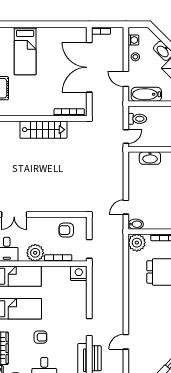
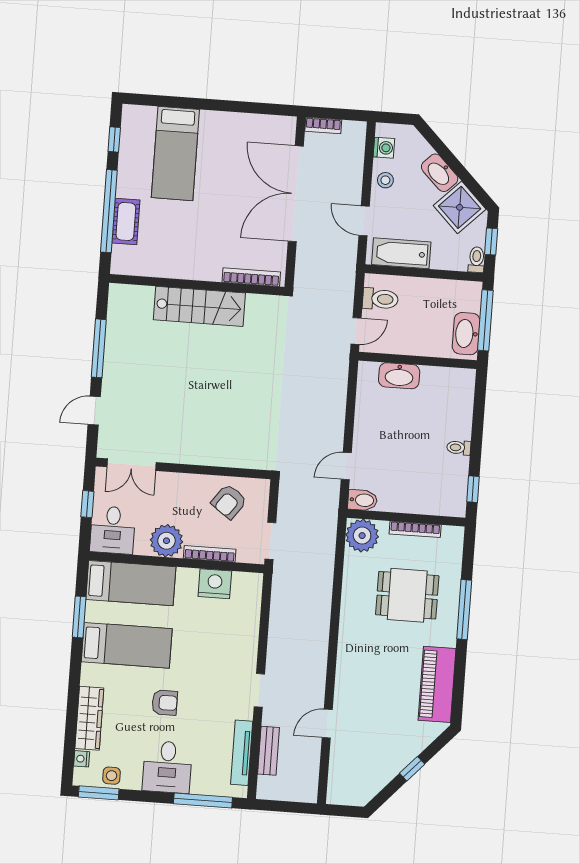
armchair: (66, 230) -> (229, 502), turned -54
nightstand: (79, 273) -> (215, 584), moved

